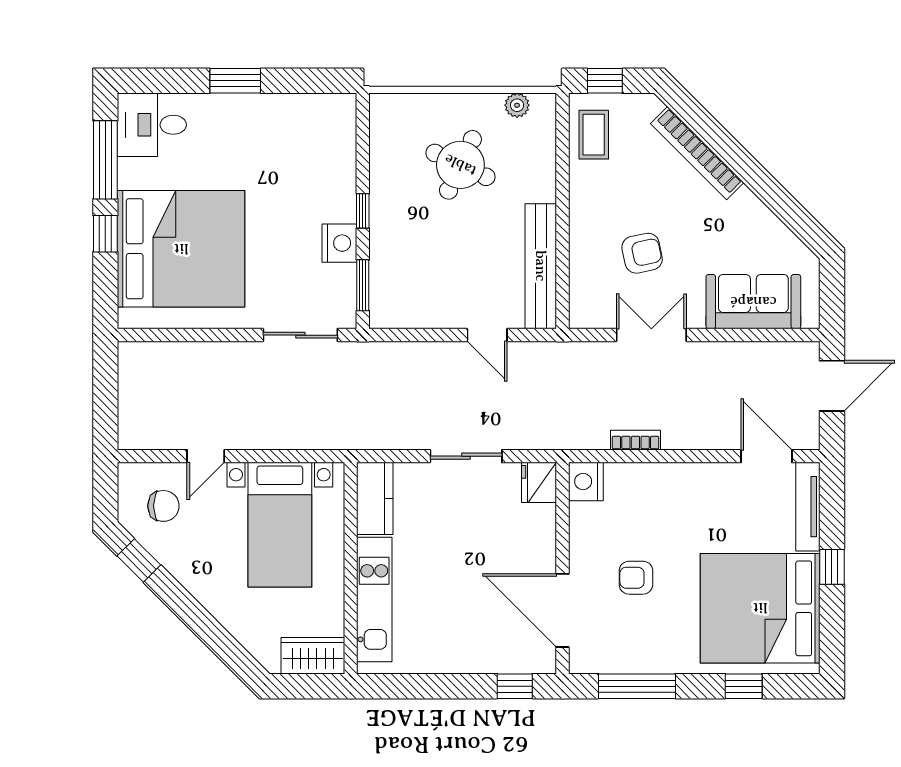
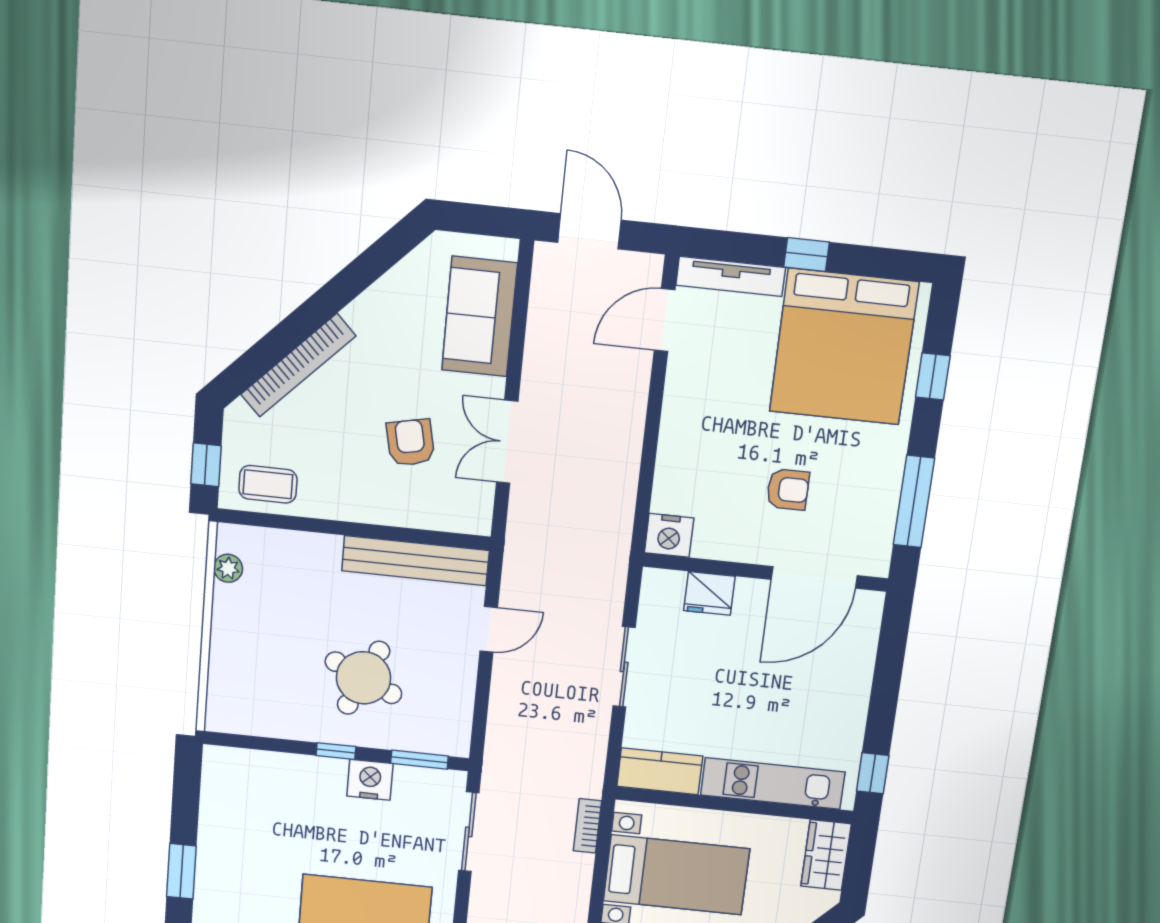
round table: (460, 165) -> (364, 678), moved
bookcase: (635, 440) -> (587, 826), moved
fridge: (539, 482) -> (709, 593), moved
armchair: (636, 578) -> (788, 489), turned -90
window: (515, 686) -> (873, 773), moved

